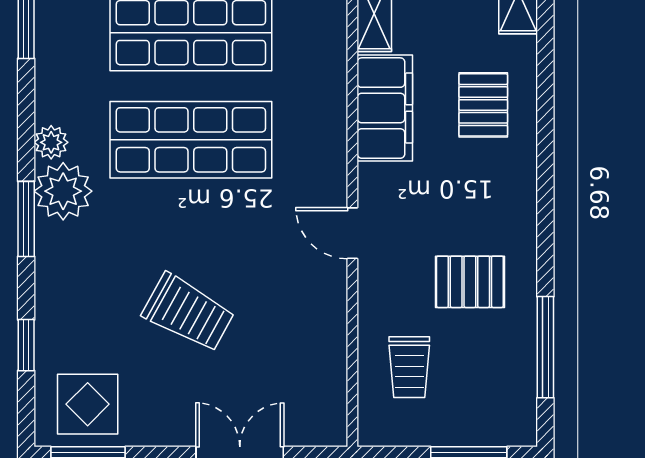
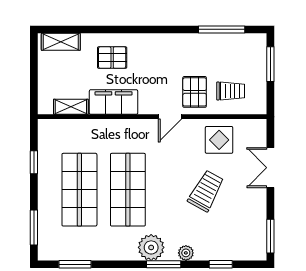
plant: (51, 142) -> (186, 253), moved
pallet: (470, 282) -> (195, 92), moved
display table: (88, 404) -> (219, 140), moved

